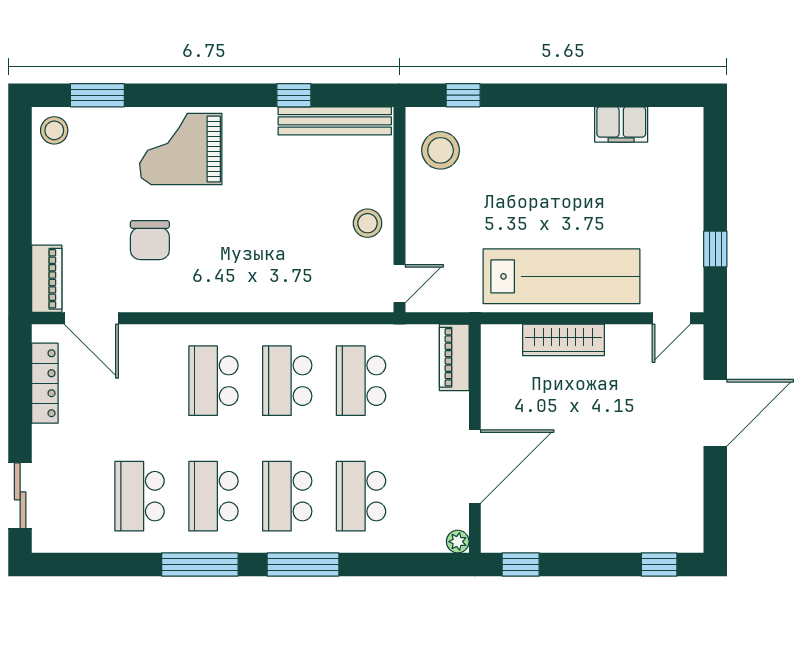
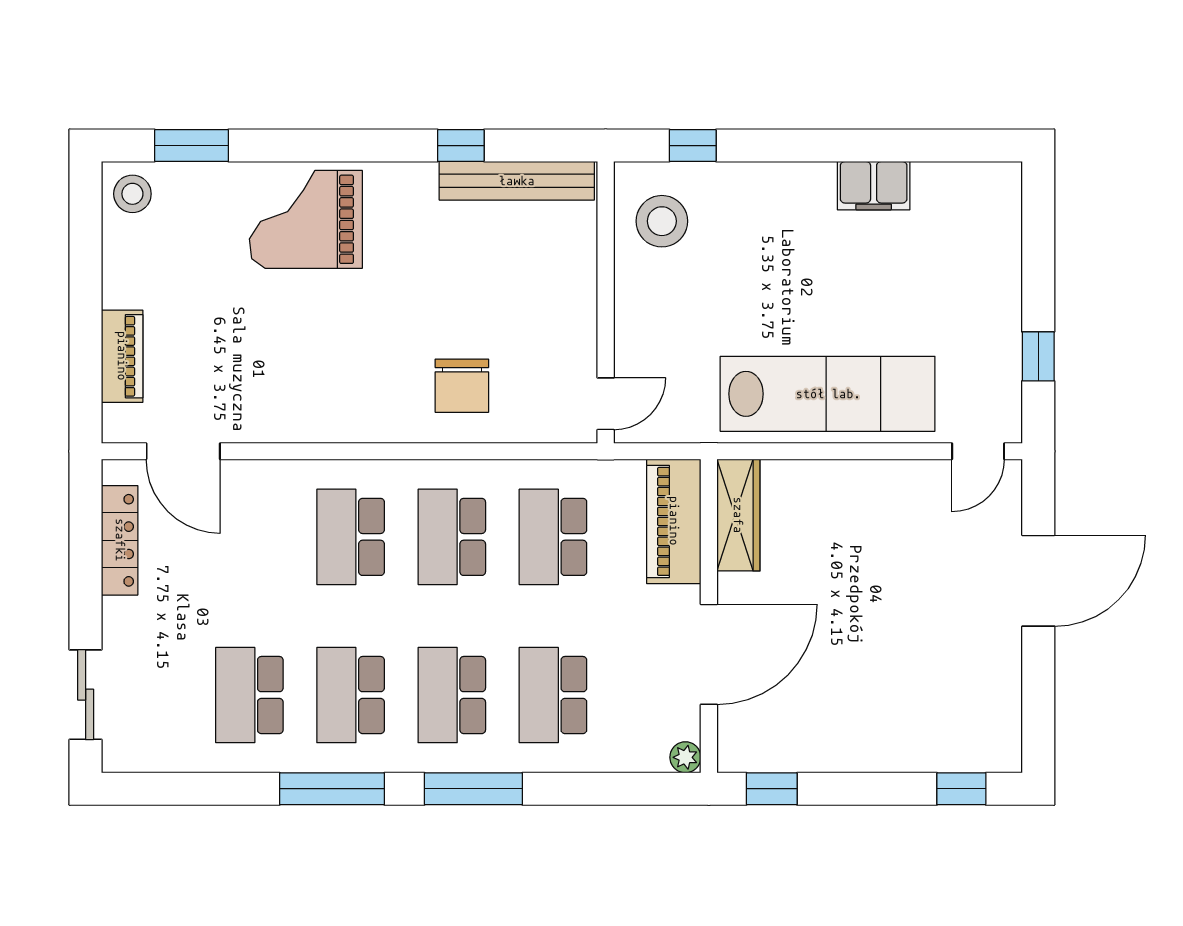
filing cabinet: (621, 124) -> (874, 186), moved
stool: (368, 223) -> (562, 321), removed
chair: (150, 240) -> (462, 386), moved
piano: (47, 279) -> (122, 356), moved
wardrobe: (563, 340) -> (738, 515), moved, turned -90
piano: (454, 357) -> (674, 521), width x1.37, depth x1.33

